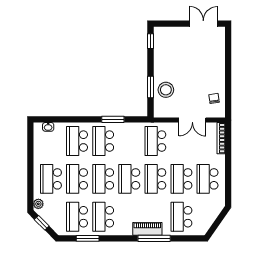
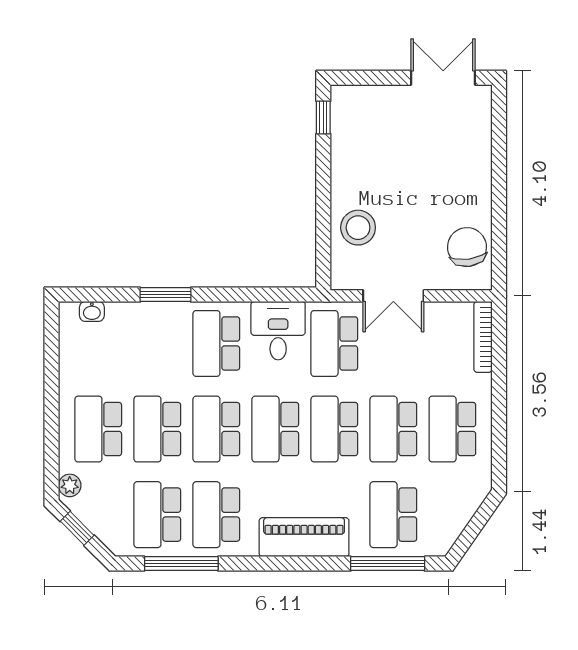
window: (150, 87) -> (323, 221), removed
chair: (214, 98) -> (467, 247), width x1.87, depth x1.87
window: (113, 119) -> (166, 295), moved
double door: (192, 120) -> (393, 296), moved
desk: (130, 135) -> (278, 331), added
school desk: (77, 141) -> (157, 343), removed
piano: (147, 229) -> (304, 537), width x1.37, depth x1.33
window: (88, 238) -> (181, 564), width x1.44
window: (154, 238) -> (388, 564), moved

